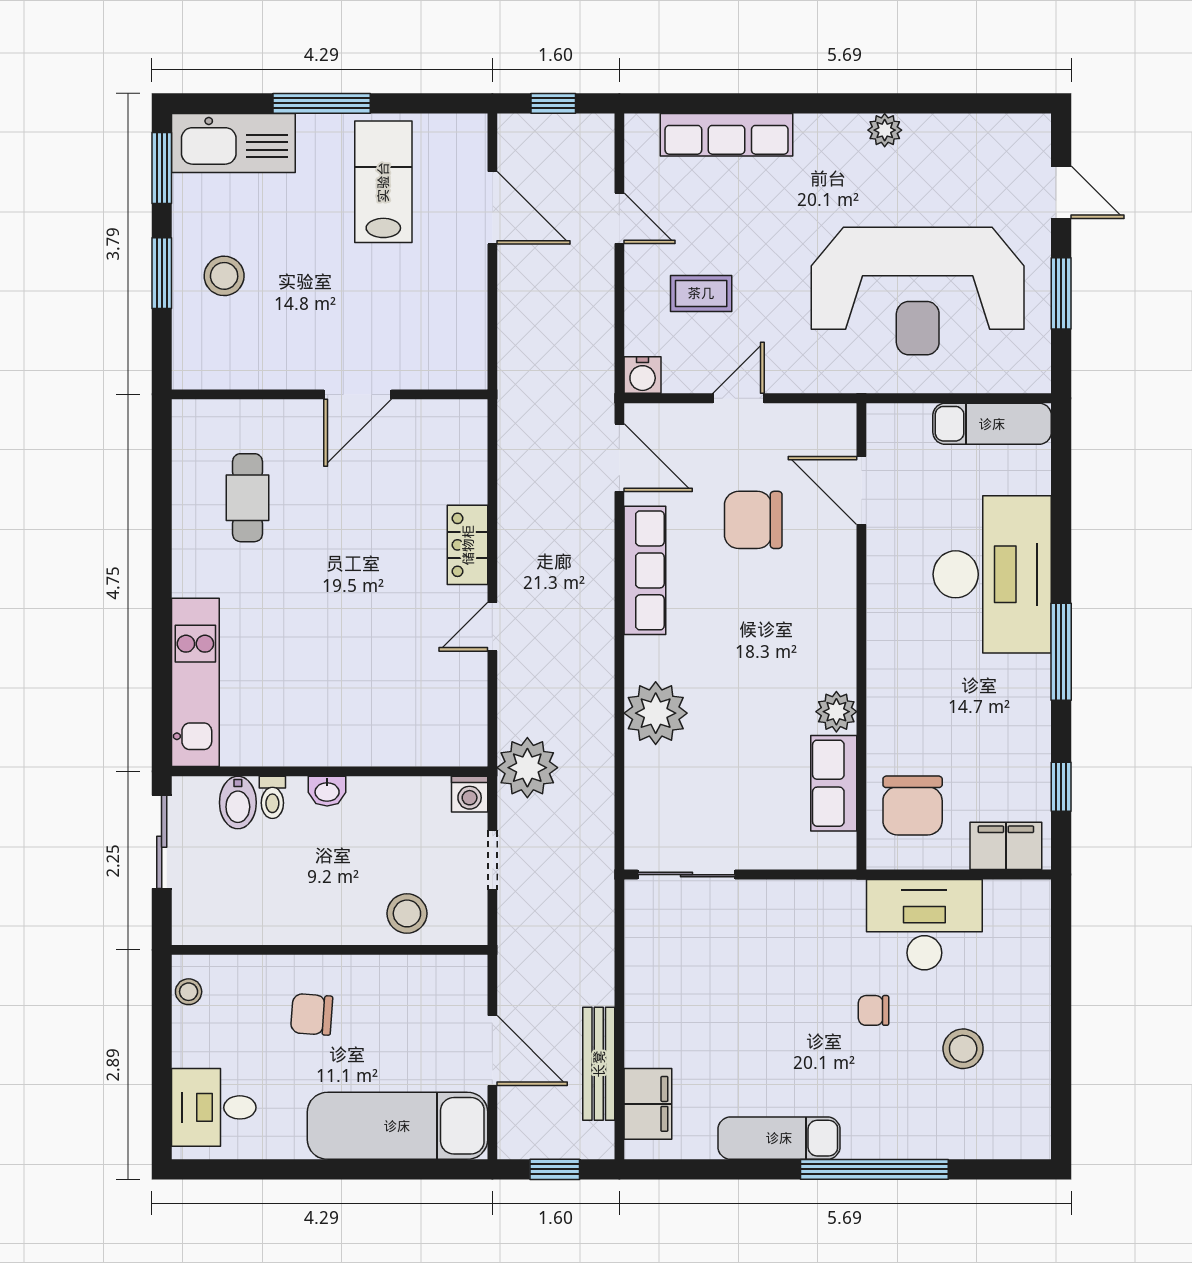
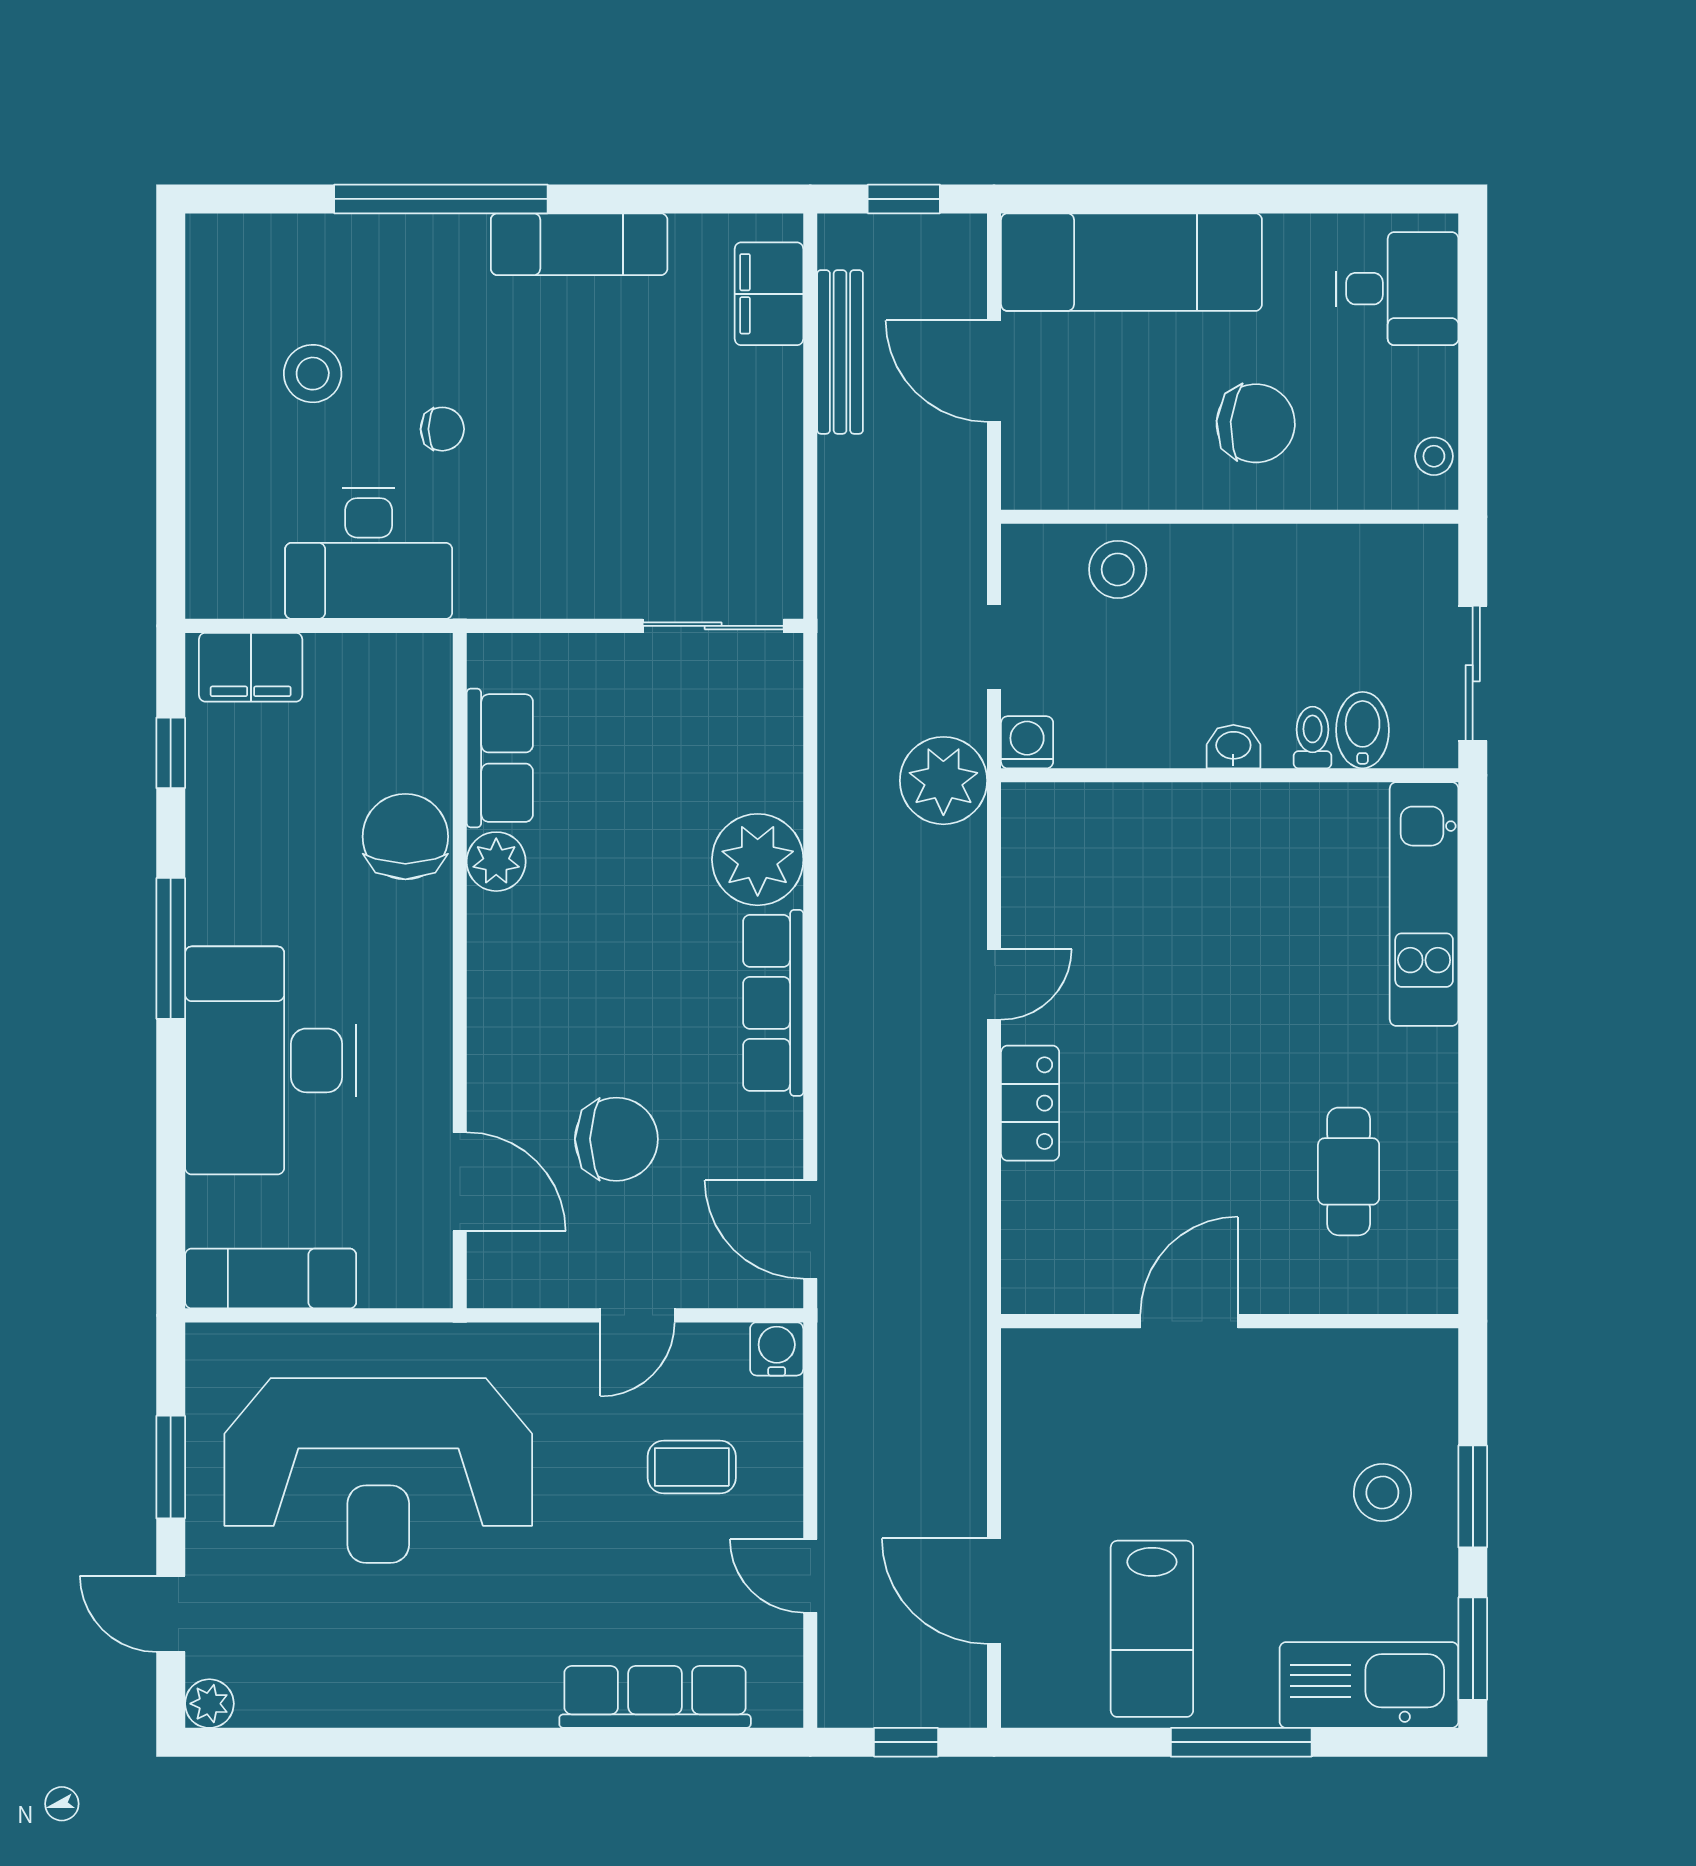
plant: (885, 130) -> (209, 1704), moved
reception desk: (918, 291) -> (378, 1471), turned 180
row of seats: (645, 570) -> (773, 1003), moved
chair: (913, 805) -> (405, 837), moved
chair: (312, 1014) -> (1256, 423), width x1.37, depth x1.37

